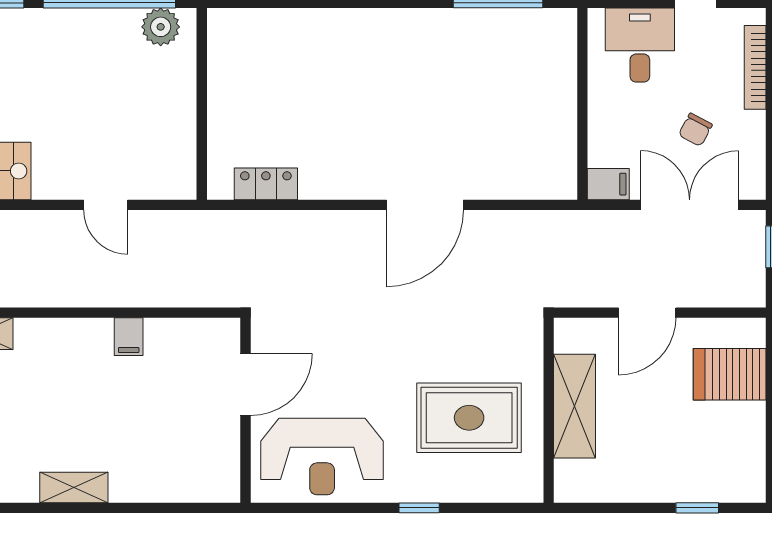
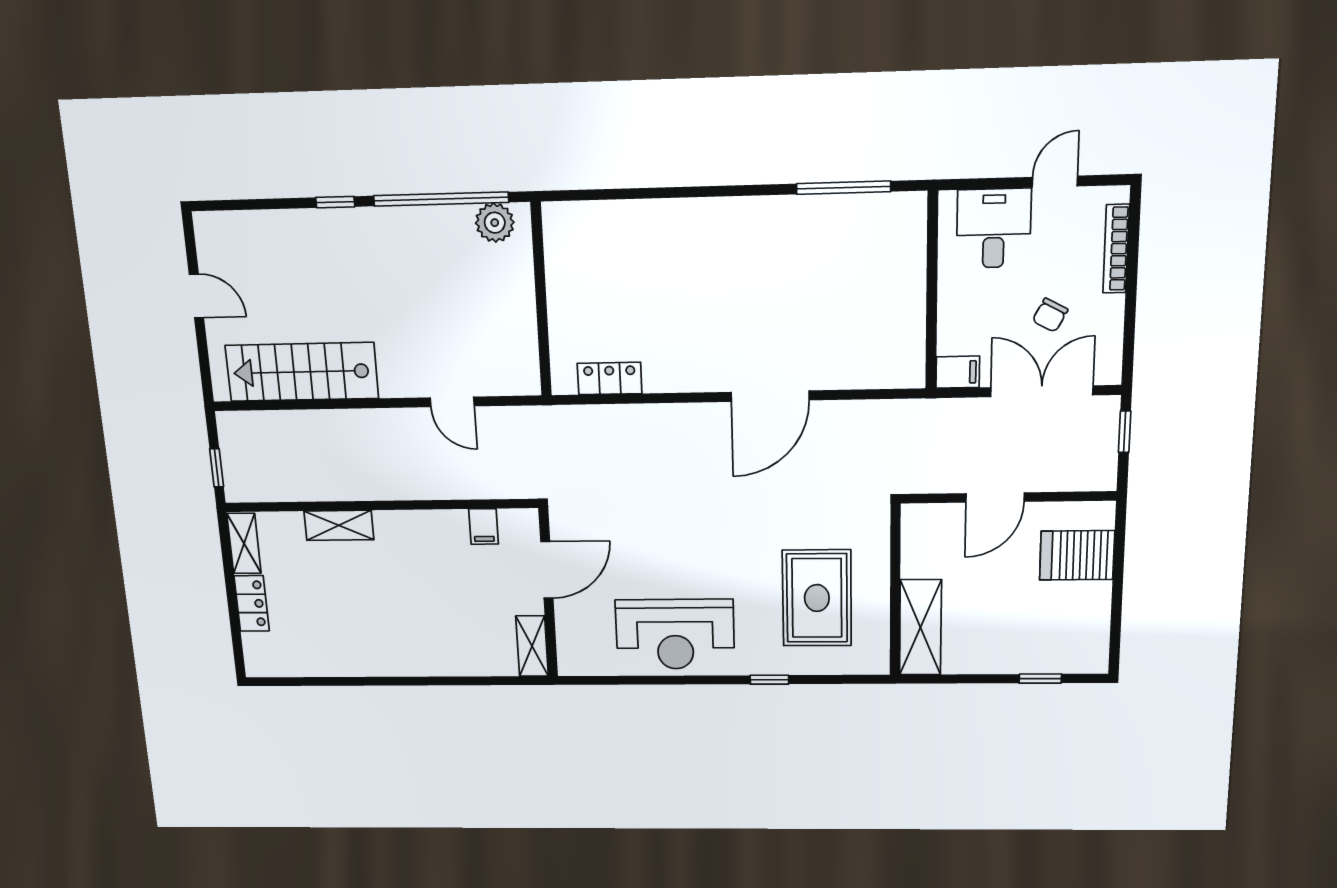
door: (246, 385) -> (547, 570), moved
shelving: (575, 406) -> (920, 627), moved
wall: (246, 410) -> (548, 593), moved
rug: (469, 418) -> (817, 598), turned 90
shelving: (74, 488) -> (532, 646), moved, turned 90

